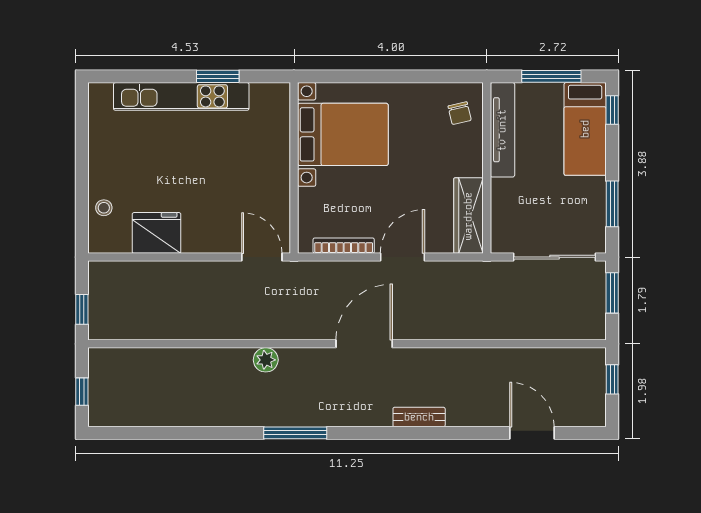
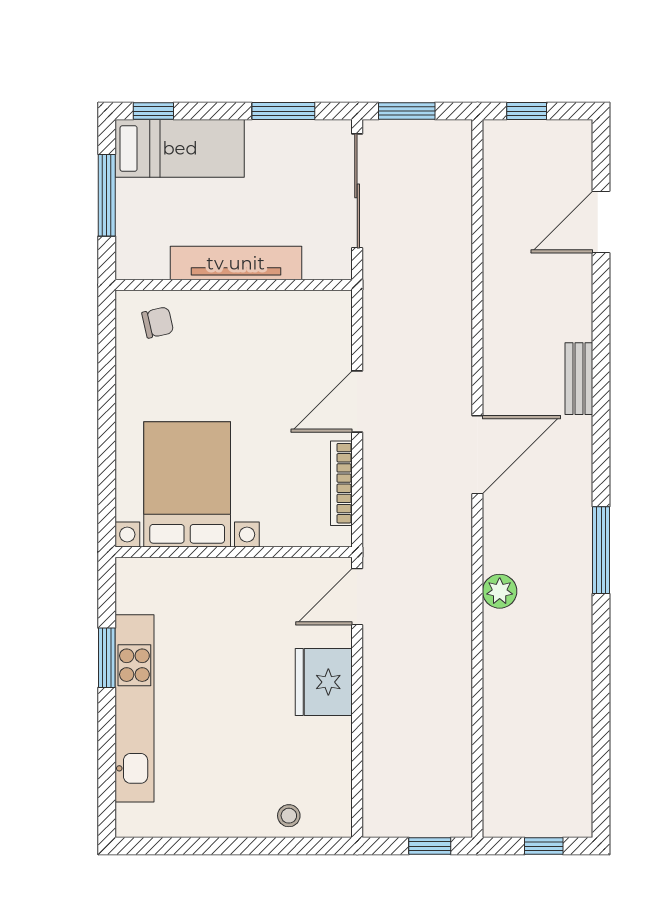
tv unit: (502, 130) -> (236, 263), moved
wardrobe: (468, 216) -> (300, 310), removed
fridge: (156, 233) -> (324, 682), moved
door: (402, 257) -> (357, 402), hinge flipped
door: (364, 344) -> (477, 455), swing flipped

